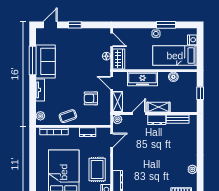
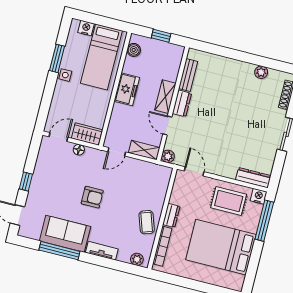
boiler: (173, 77) -> (134, 50), moved
freezer: (143, 79) -> (127, 89), moved, width x0.71
armchair: (91, 98) -> (92, 197), moved, turned -90
dresser: (88, 132) -> (171, 215), moved

